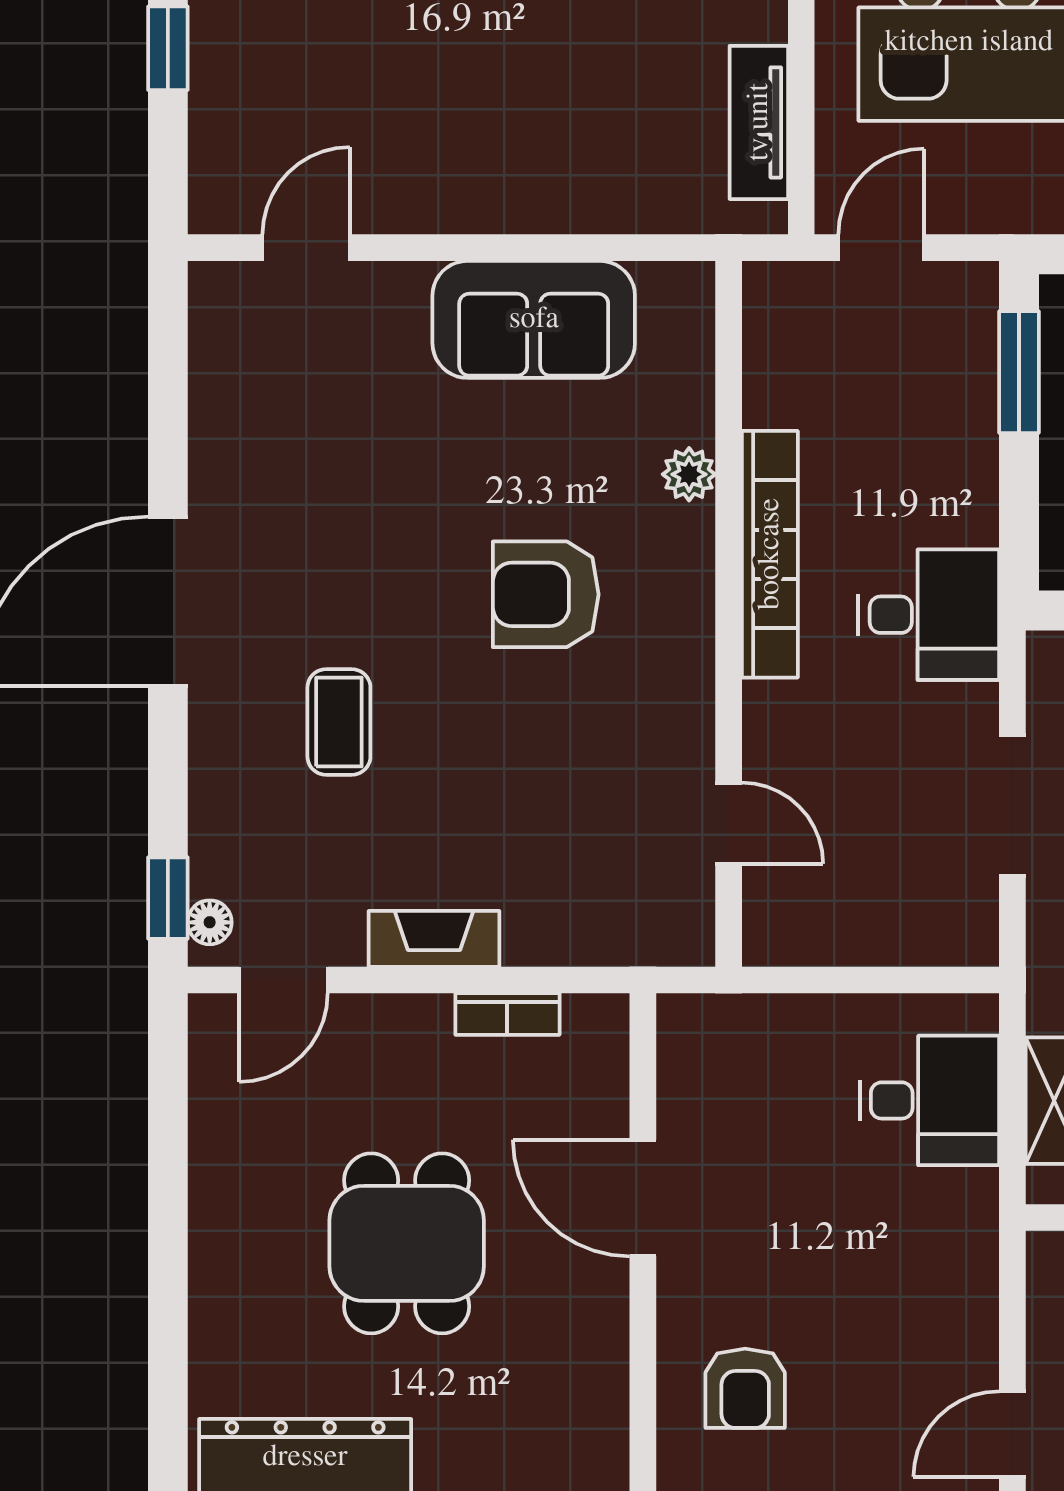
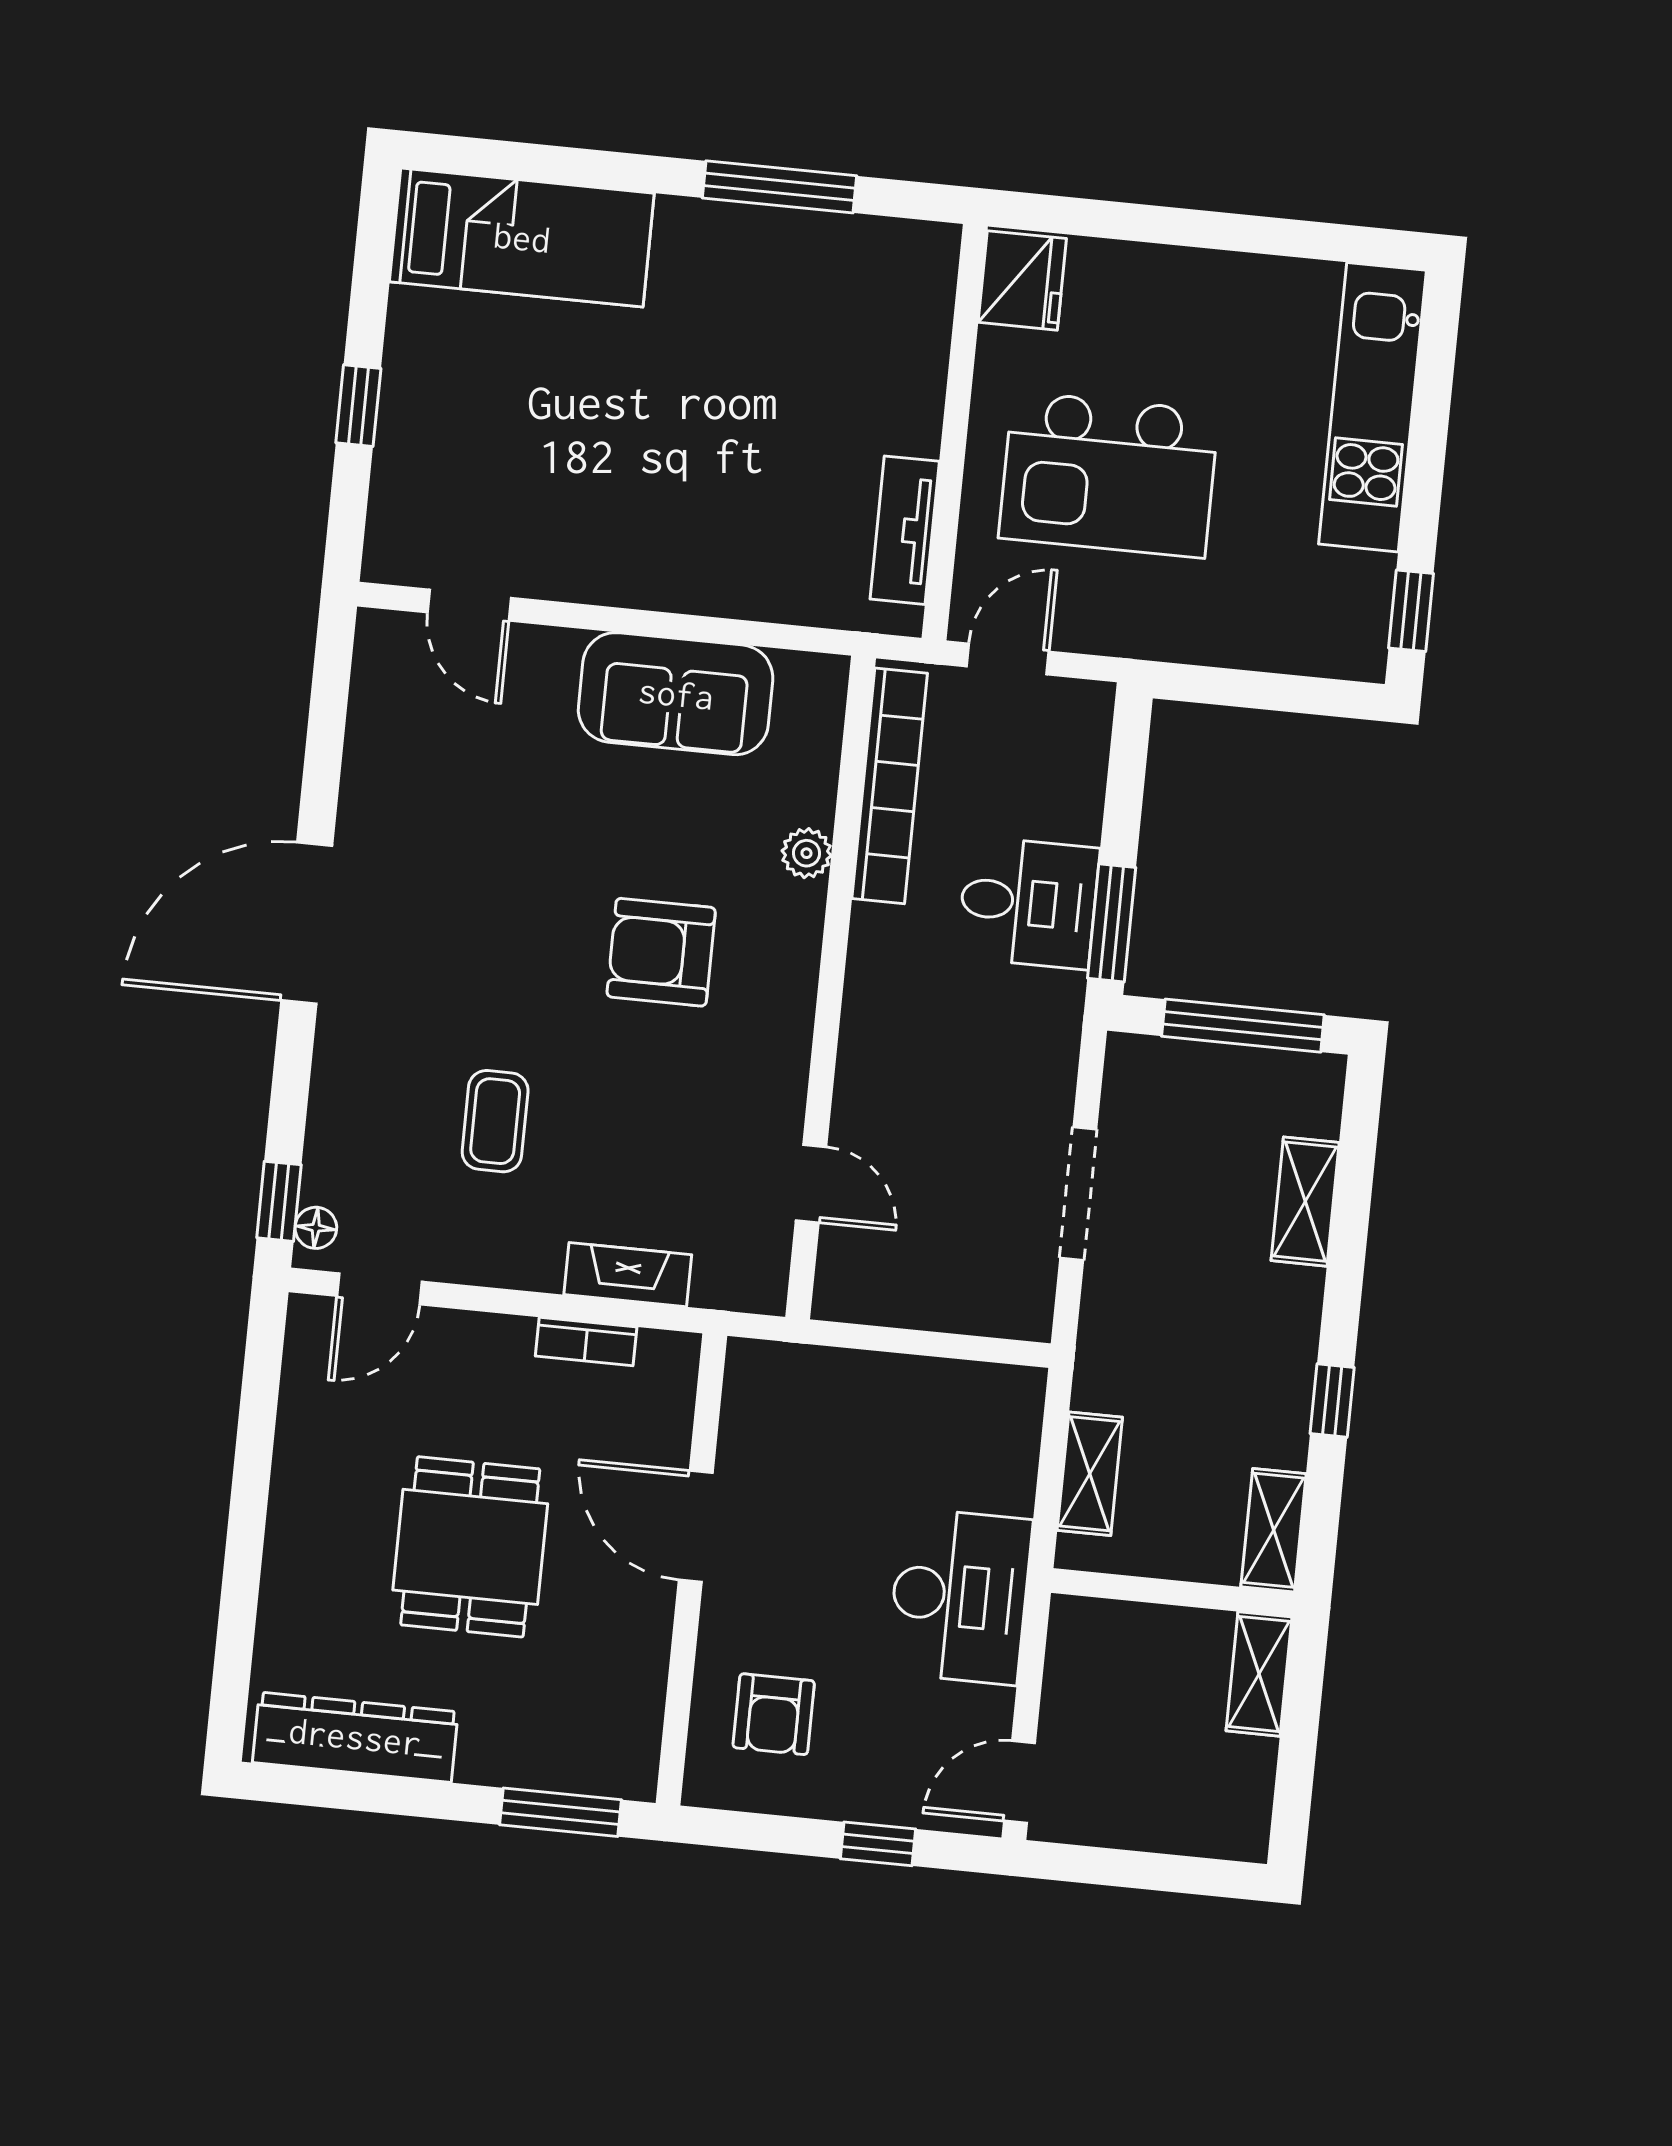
door: (306, 248) -> (469, 605), swing flipped
window: (1019, 372) -> (1112, 923), moved
bookcase: (770, 554) -> (890, 786), moved
desk: (929, 615) -> (1028, 903), moved
coffee table: (339, 722) -> (495, 1121), moved
fireplace: (434, 939) -> (628, 1275), moved
desk: (929, 1100) -> (960, 1596), moved, width x1.37

